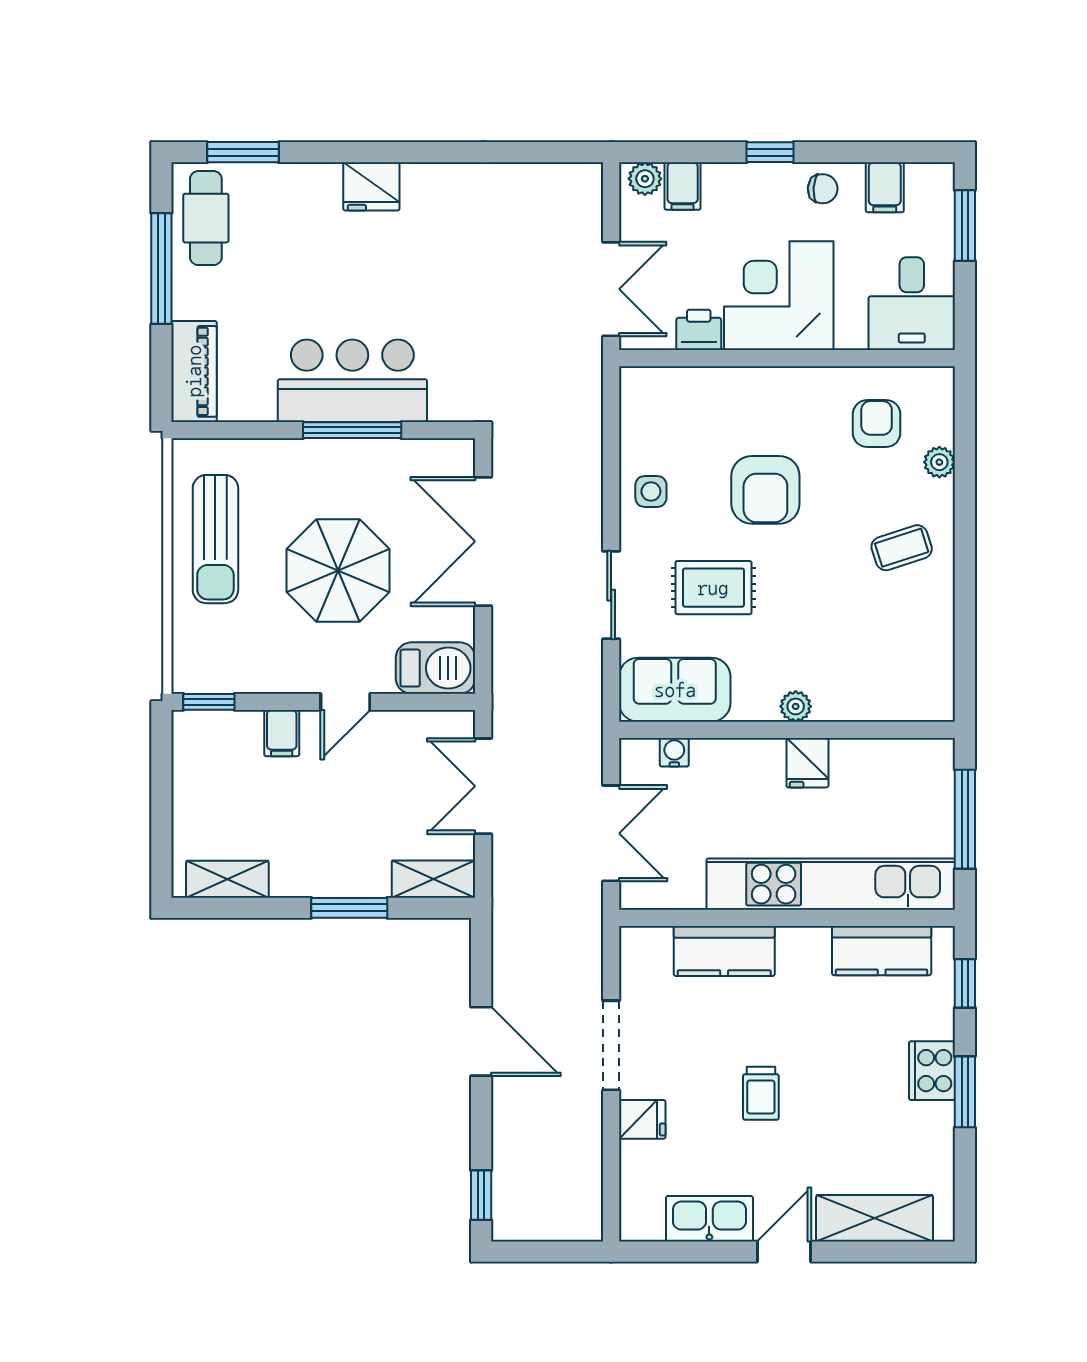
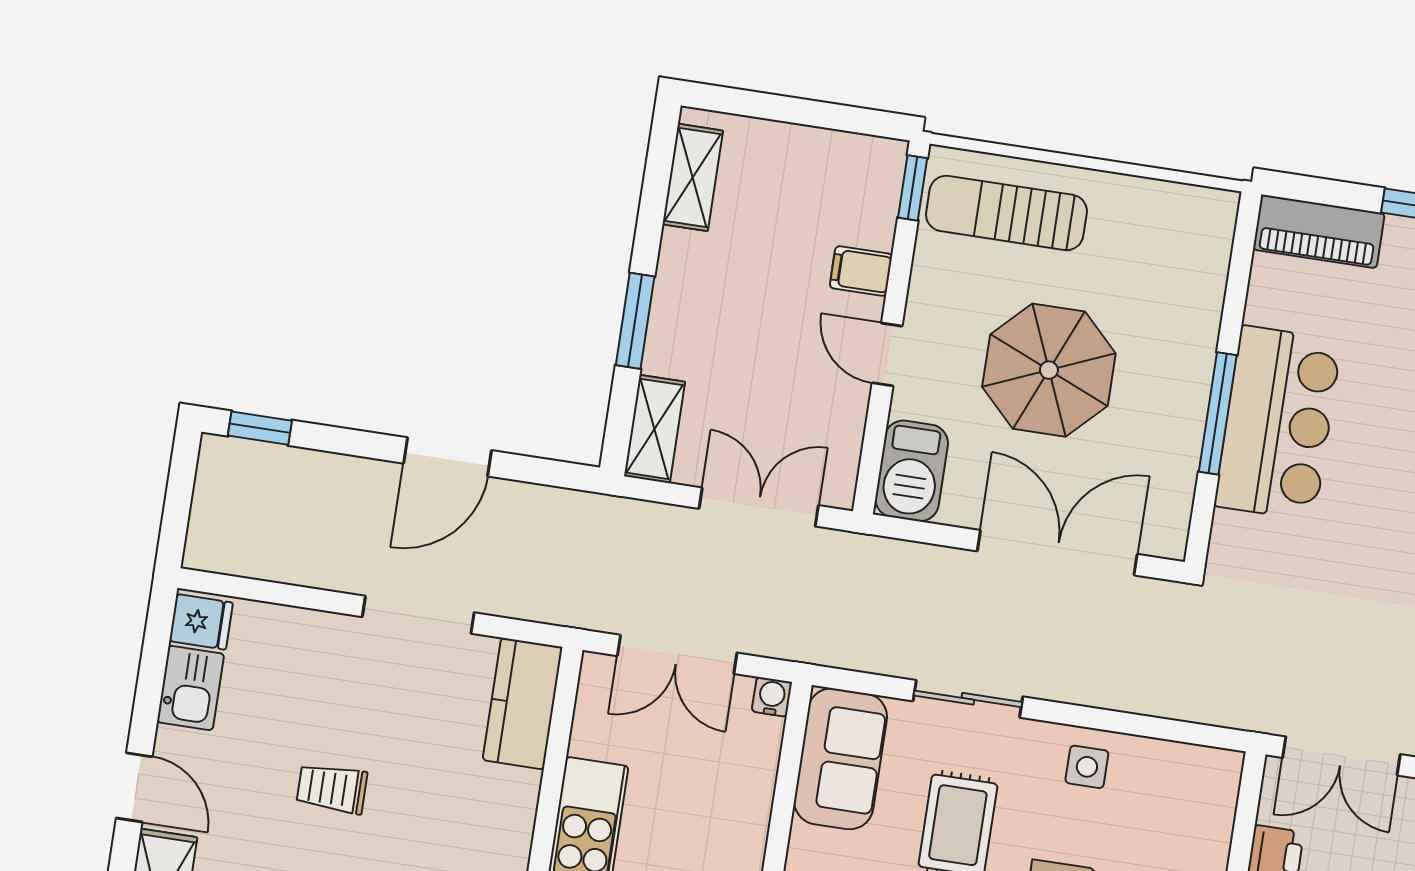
sun lounger: (215, 539) -> (1006, 213), moved
water cooler: (674, 752) -> (772, 697), moved, turned -90
kitchen counter: (724, 951) -> (523, 704), moved
fridge: (642, 1119) -> (201, 622), moved, turned -90
kitchen sink: (709, 1219) -> (191, 688), width x0.73

